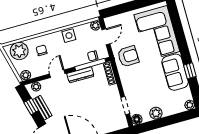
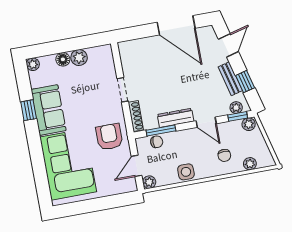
plant: (19, 51) -> (250, 164), width x0.53, depth x0.53
armchair: (128, 56) -> (109, 137), turned 92
window: (90, 64) -> (161, 131), width x0.69
door: (57, 74) -> (206, 122), hinge flipped
window: (34, 80) -> (238, 116), added
doorway: (125, 106) -> (123, 90), moved
floor lamp: (137, 119) -> (63, 59), moved

